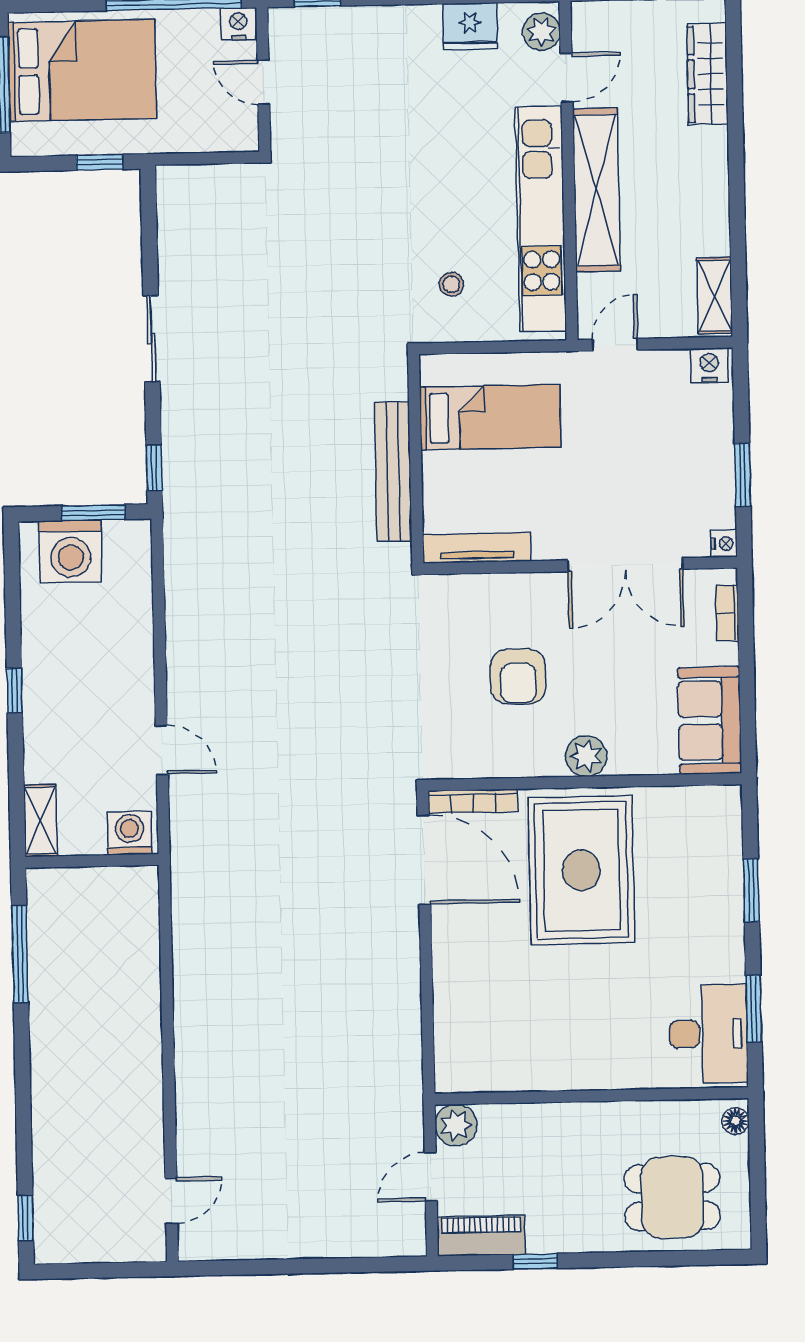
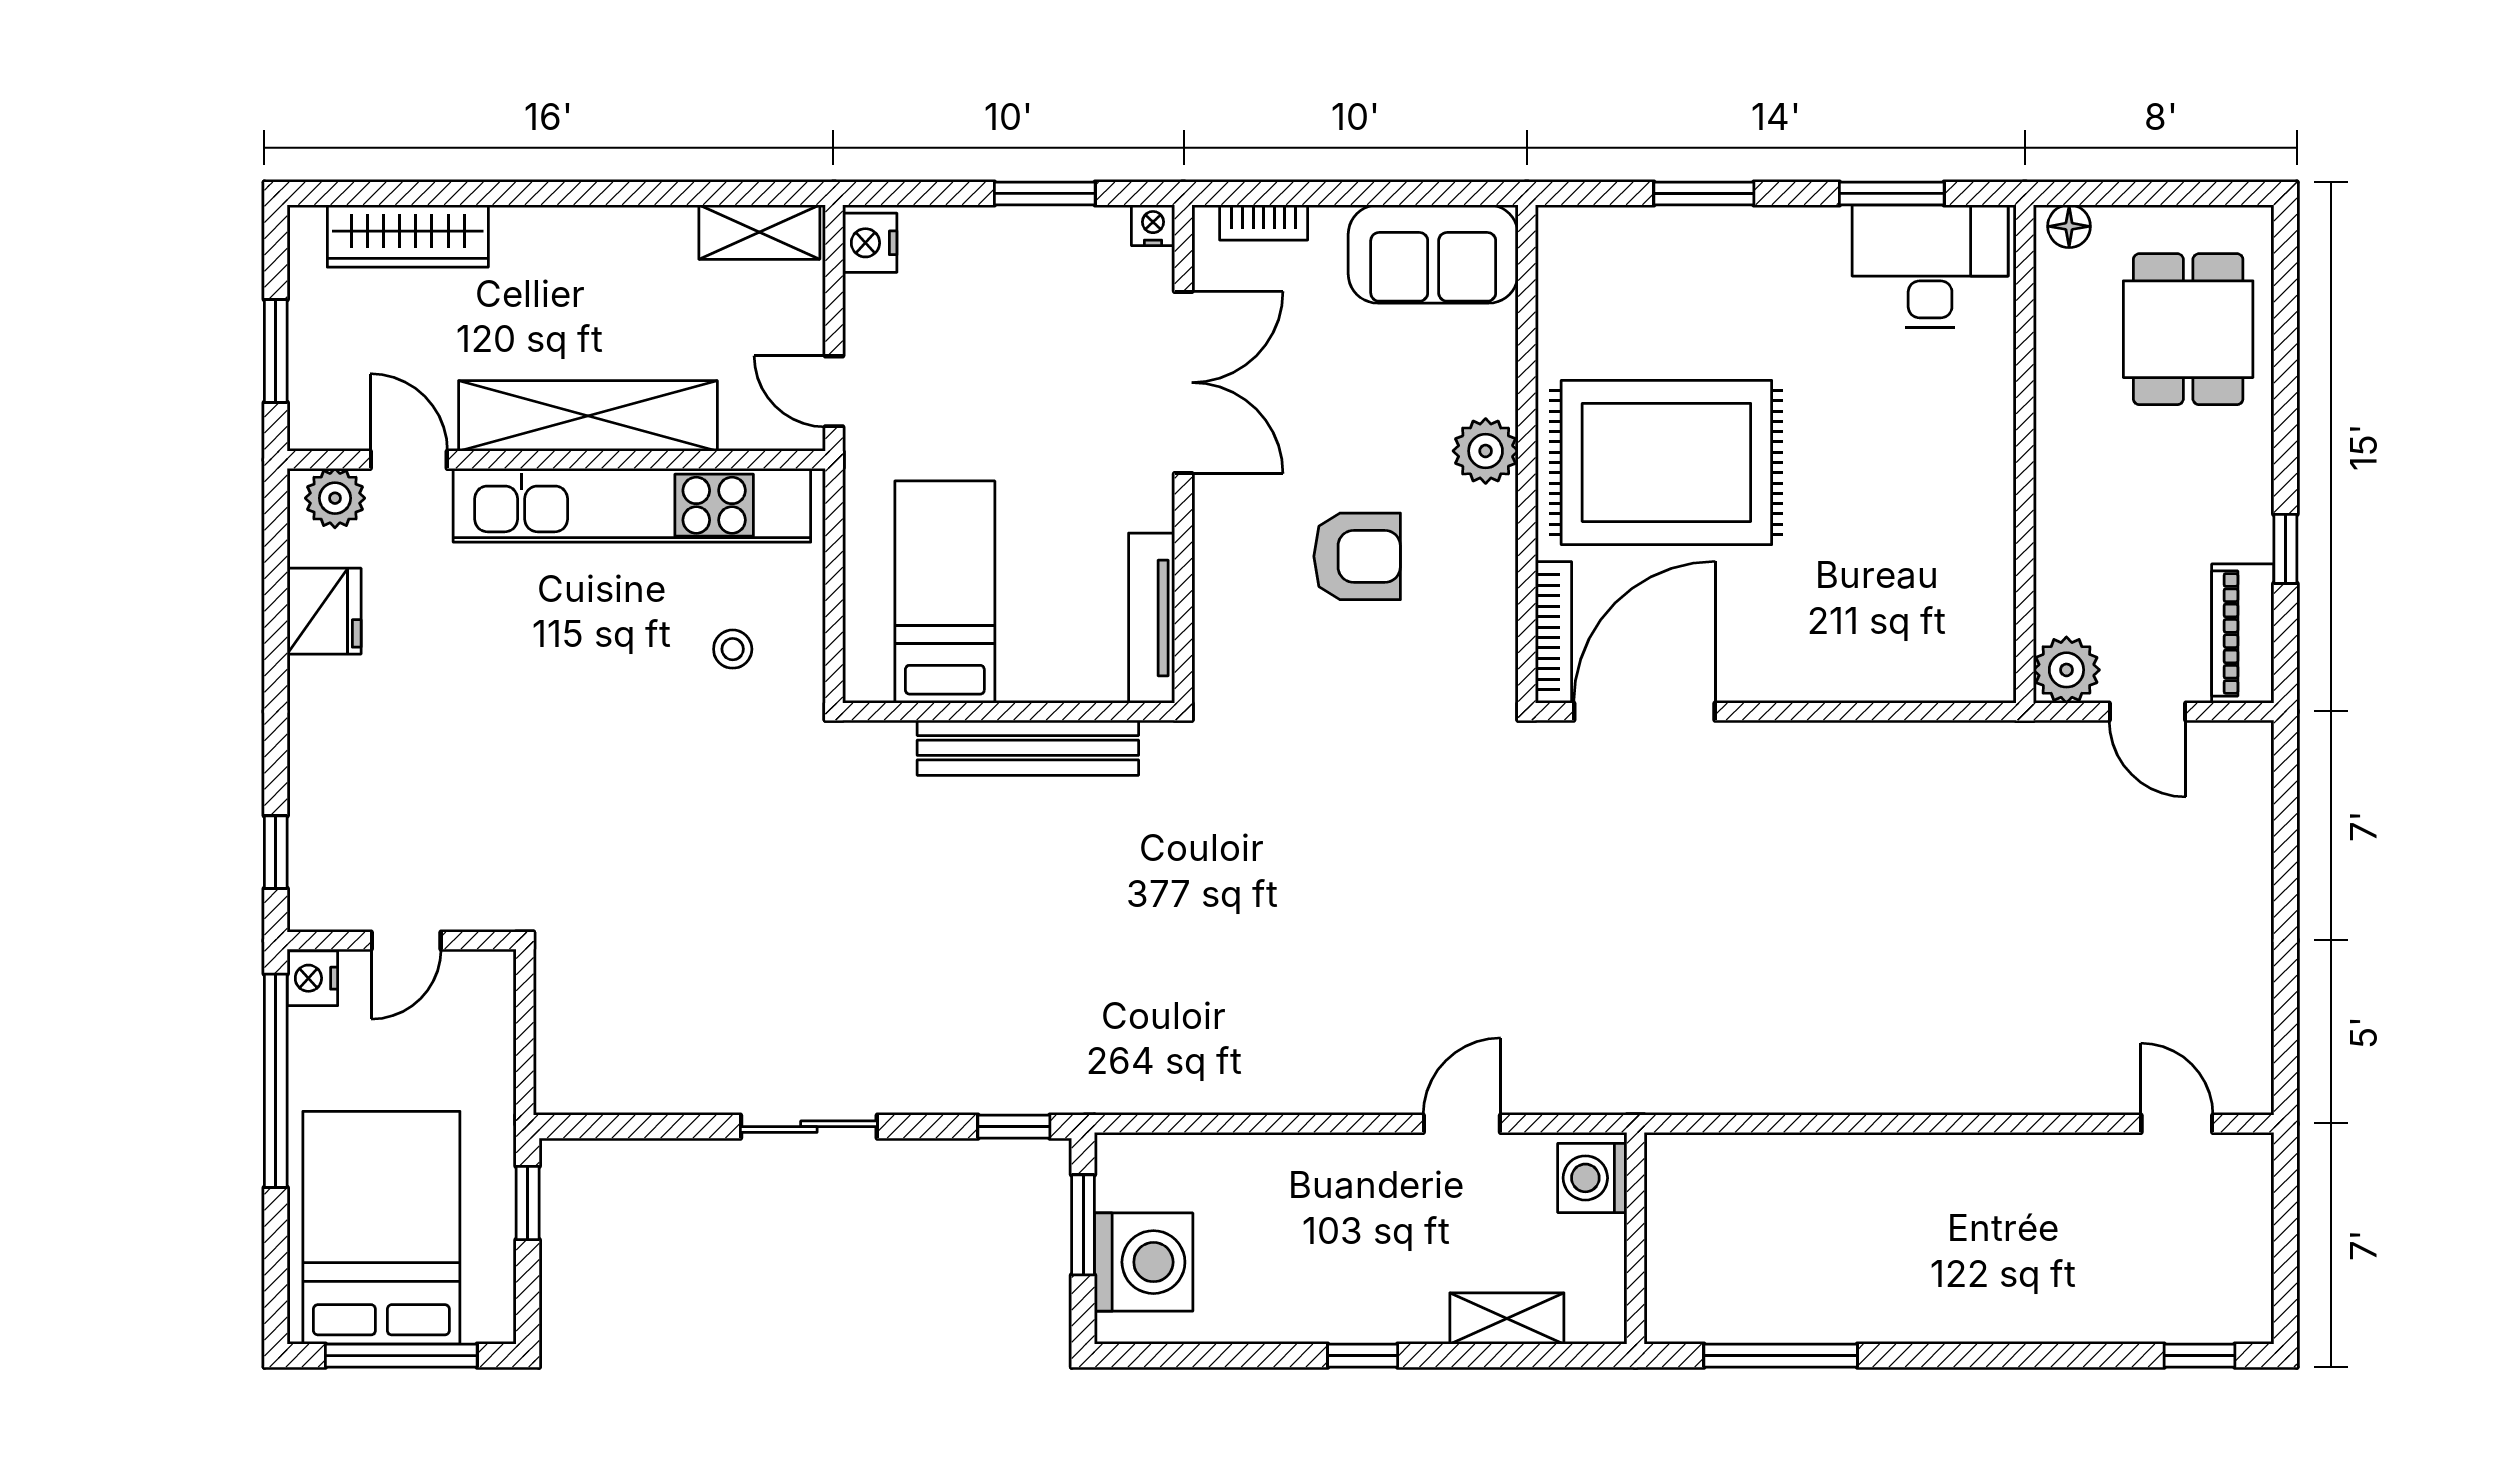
shelving: (41, 821) -> (1507, 1319), moved

